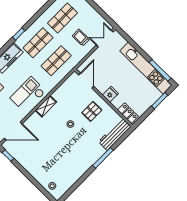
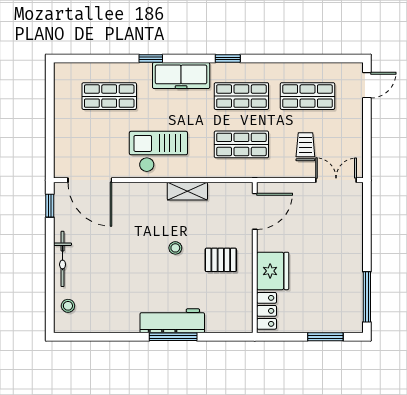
kitchen unit: (146, 68) -> (351, 275), removed
fridge: (110, 94) -> (273, 271), width x1.88, depth x1.34
shelving: (46, 106) -> (187, 191), moved
workbench: (115, 134) -> (172, 321), moved
bicycle: (33, 171) -> (63, 259), added

